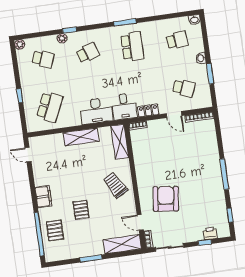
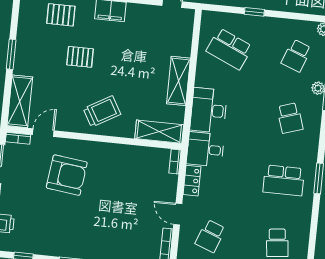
door: (174, 115) -> (178, 214), hinge flipped

